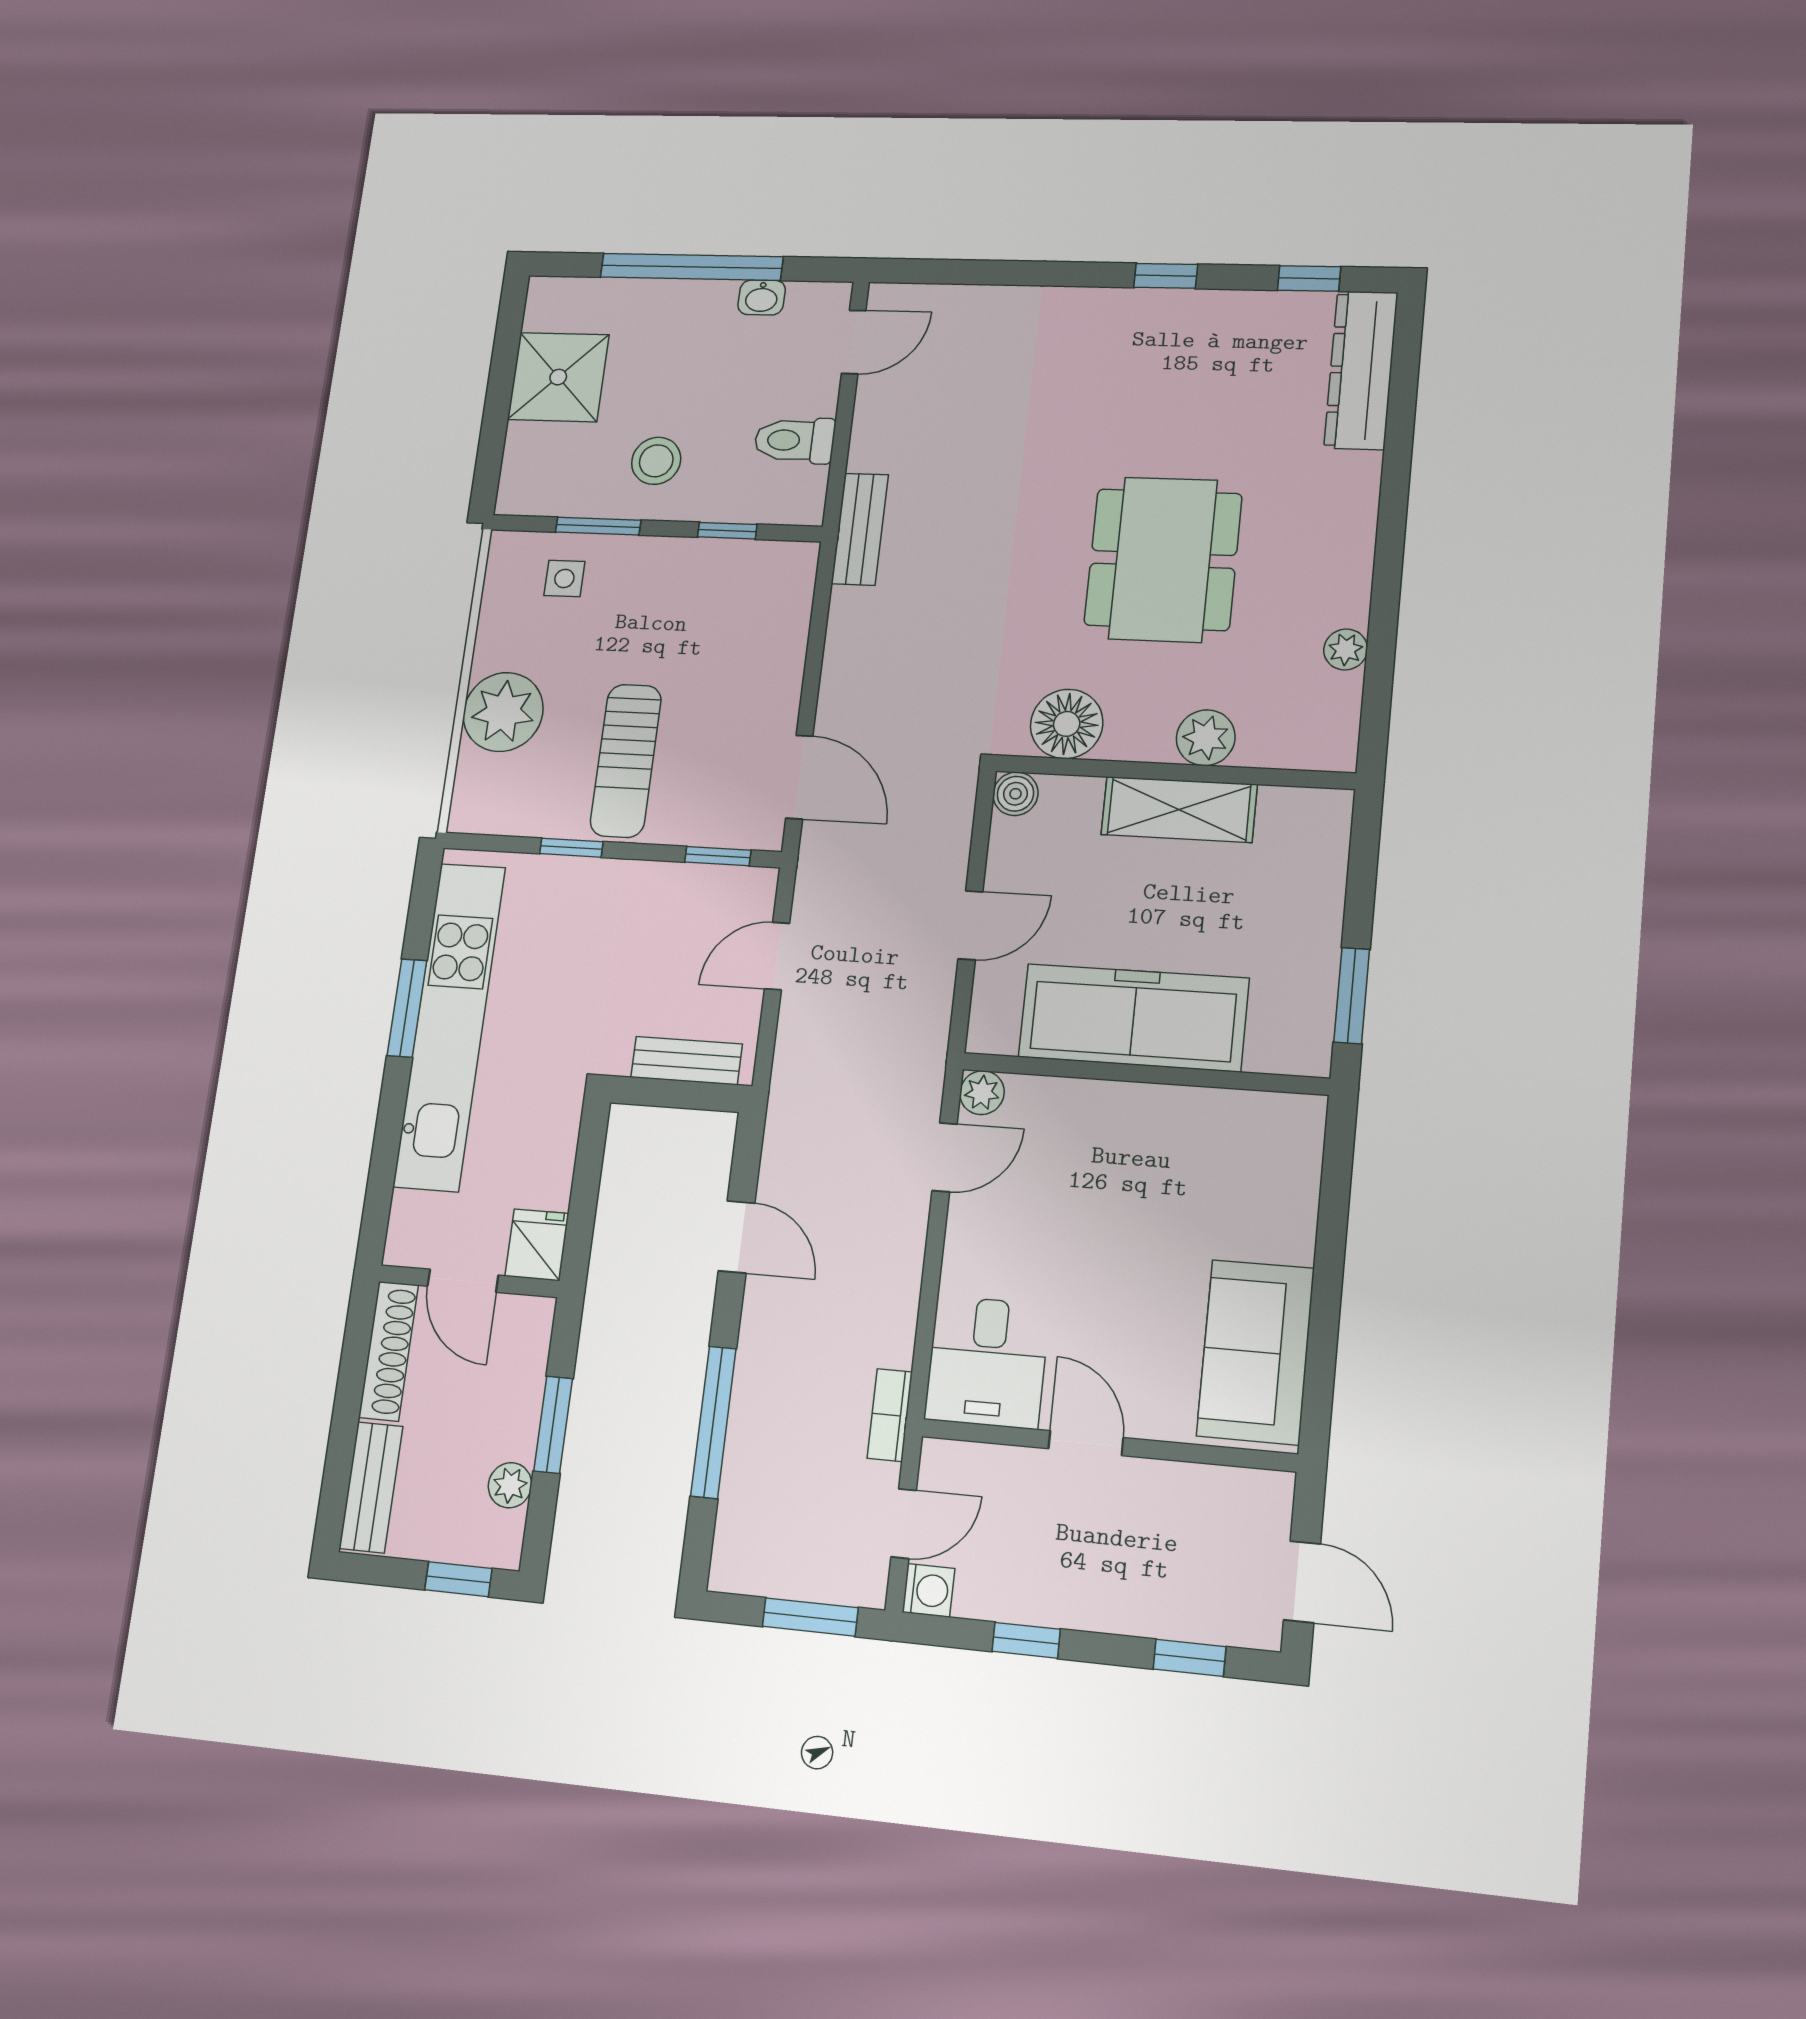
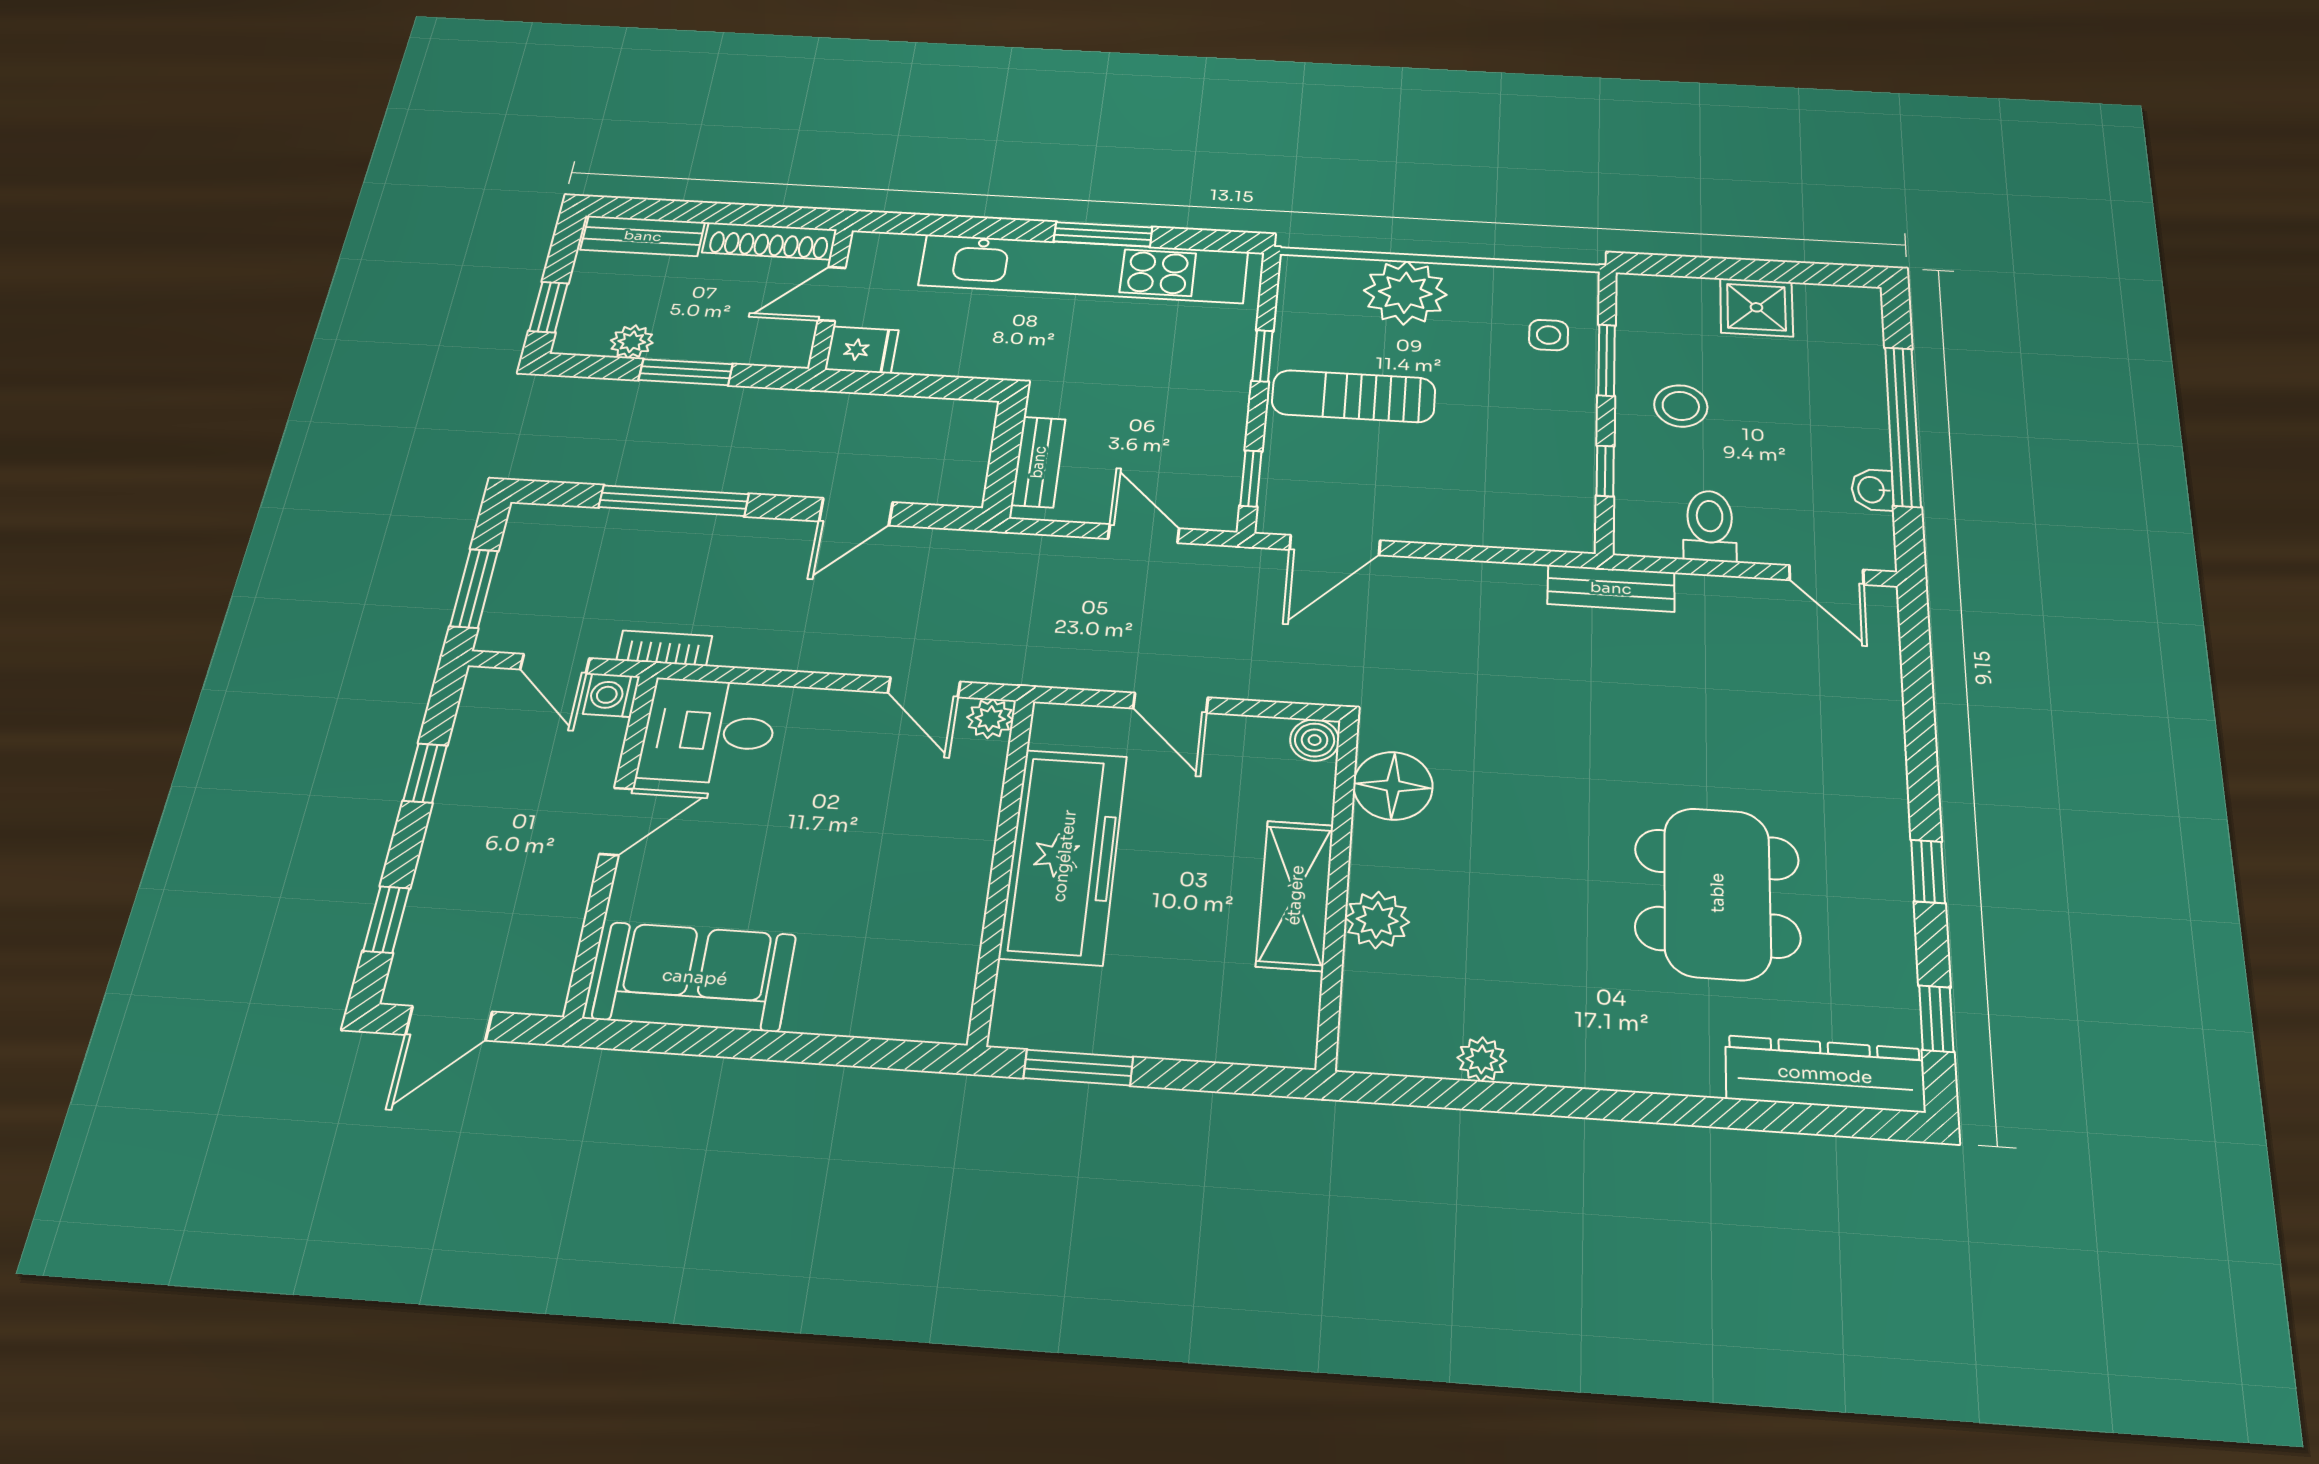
shower: (558, 377) -> (1756, 307), width x0.73, depth x0.73
dining table: (1163, 559) -> (1717, 893), moved, turned 90
washing machine: (928, 1590) -> (612, 695), moved, turned 90

